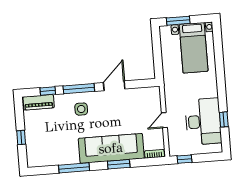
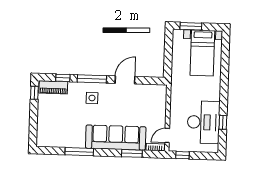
door: (164, 120) -> (167, 135), moved
window: (21, 137) -> (34, 93), moved
window: (119, 164) -> (132, 153), moved

